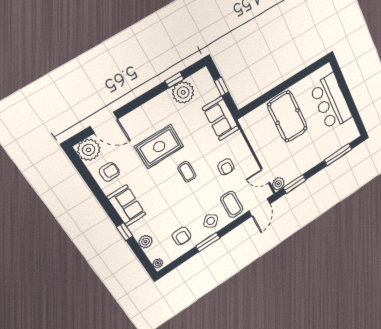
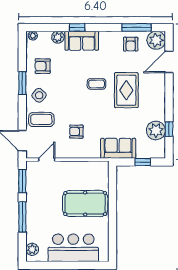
window: (338, 155) -> (22, 217), moved
coffee table: (187, 172) -> (96, 84), moved
window: (88, 177) -> (137, 27), added
plant: (278, 184) -> (32, 249), moved
sofa: (127, 206) -> (82, 41), moved

